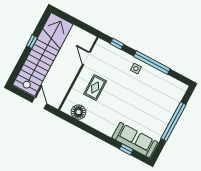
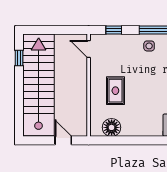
window: (32, 42) -> (19, 58), moved
door: (86, 58) -> (89, 49), moved

